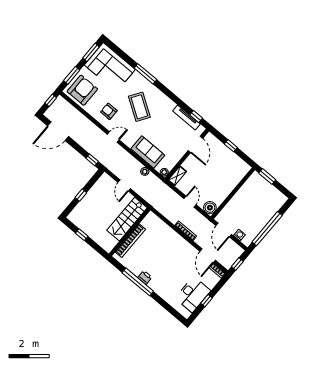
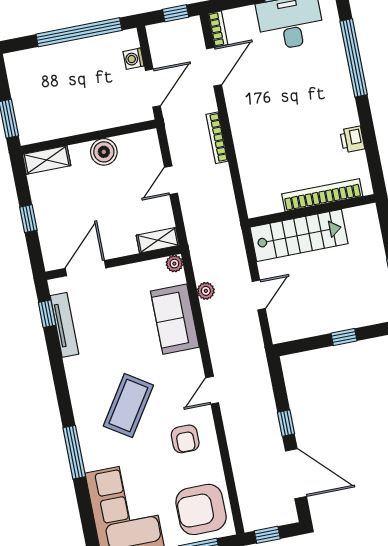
door: (113, 137) -> (212, 390), hinge flipped
window: (92, 160) -> (286, 423), moved
shelving: (241, 172) -> (47, 160), added
boiler: (210, 208) -> (104, 152), moved
printer: (145, 277) -> (352, 139), moved
window: (138, 282) -> (354, 58), moved

